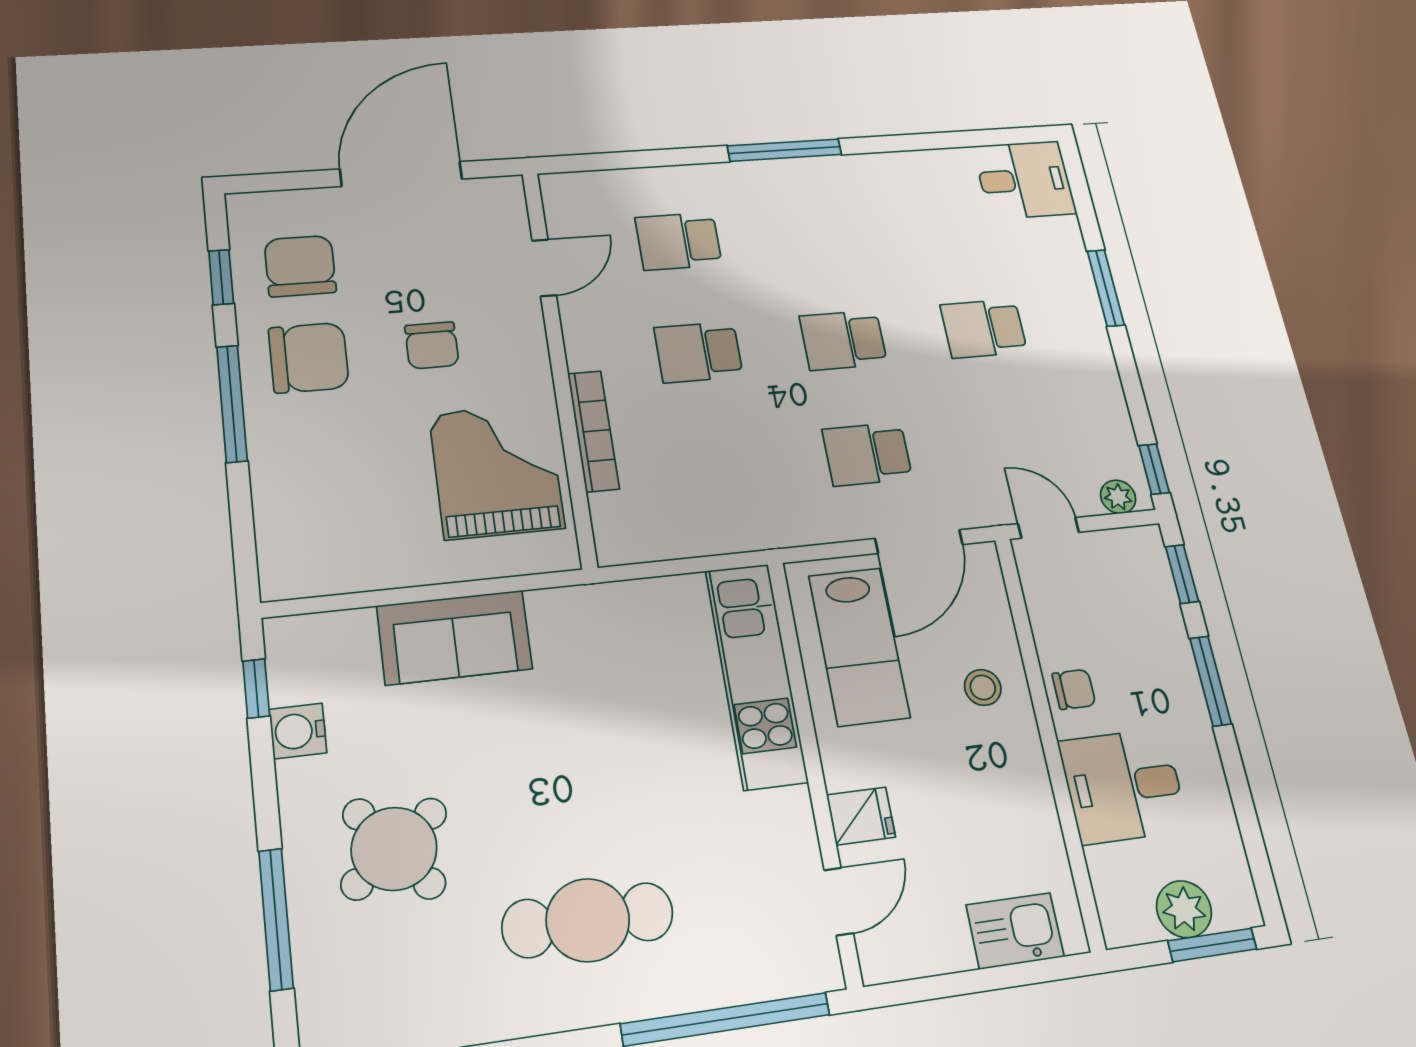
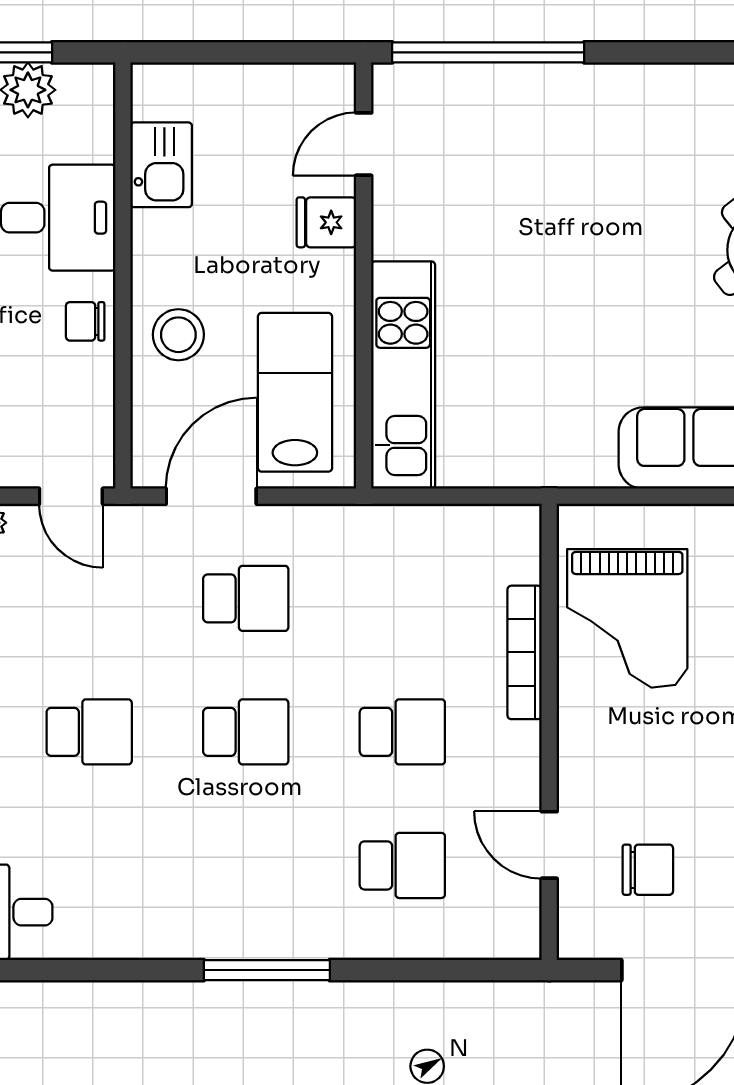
door: (544, 268) -> (549, 845), hinge flipped
chair: (432, 345) -> (648, 870), moved, turned 90
stool: (983, 687) -> (178, 335), width x1.37, depth x1.37
cafe table: (588, 920) -> (600, 160), removed
kitchen sink: (1015, 931) -> (161, 165), moved, turned -90

